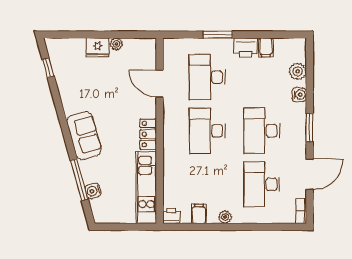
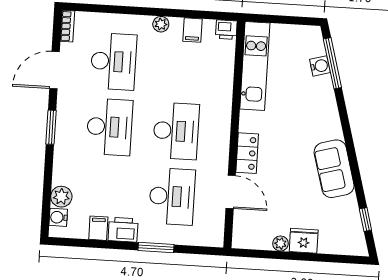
water cooler: (299, 95) -> (58, 217), moved
locker: (148, 134) -> (247, 153), moved
sofa: (84, 136) -> (334, 169), moved
window: (79, 180) -> (332, 63), moved

